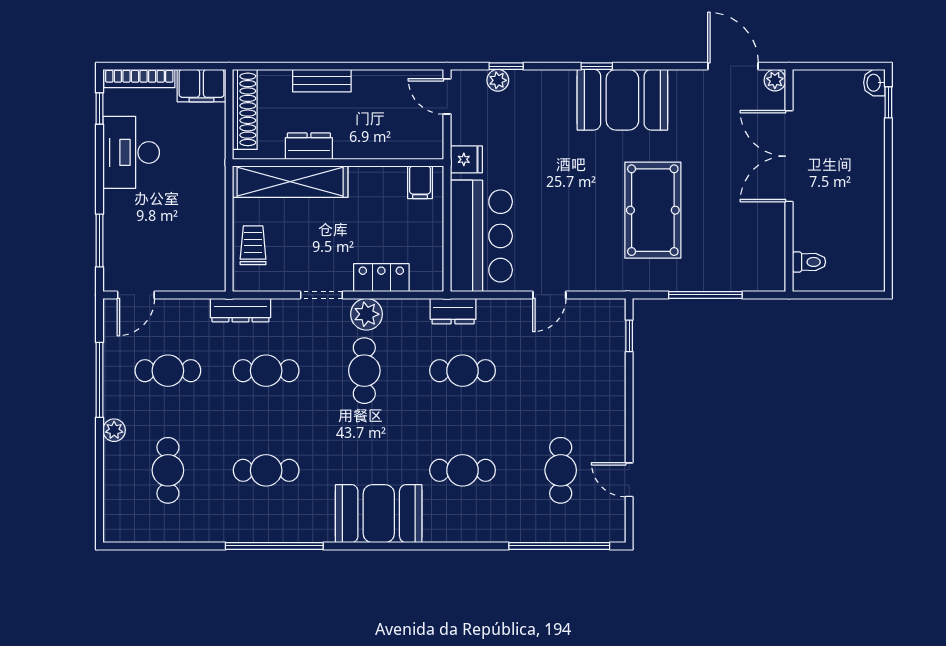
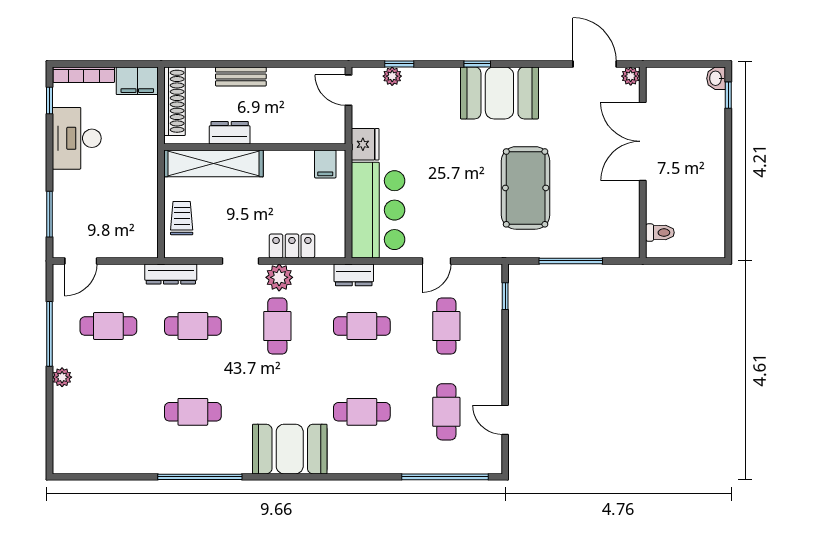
fridge: (466, 159) -> (365, 144), width x1.38
cafe table: (168, 470) -> (446, 326), moved

